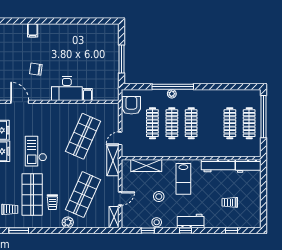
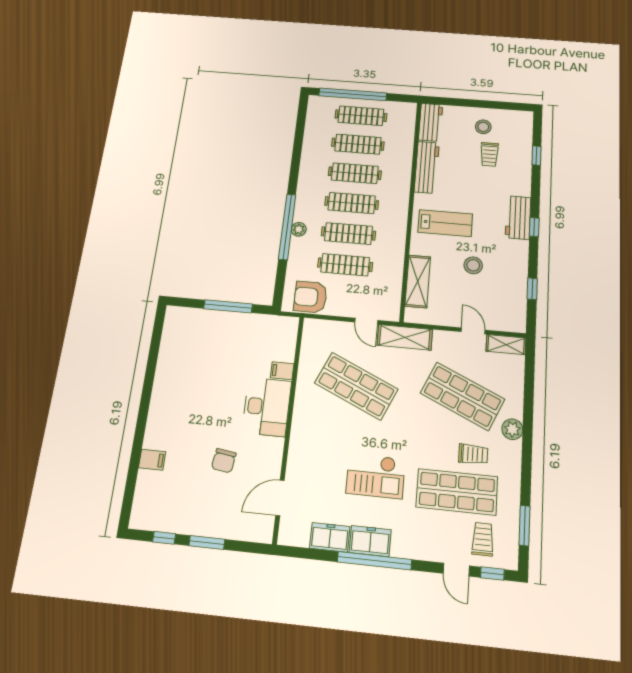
clothes rail: (210, 123) -> (355, 173), added
stool: (157, 222) -> (483, 127), moved

